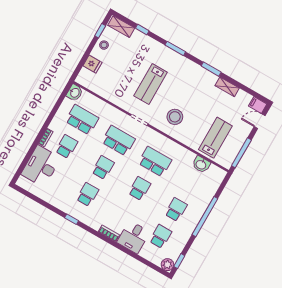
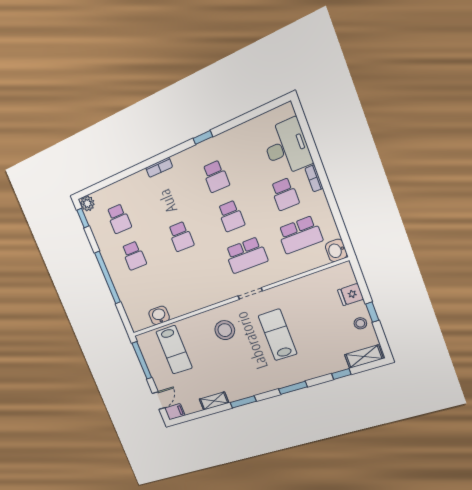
window: (100, 31) -> (372, 312), moved
school desk: (155, 162) -> (196, 274), removed
desk: (133, 237) -> (137, 190), removed

